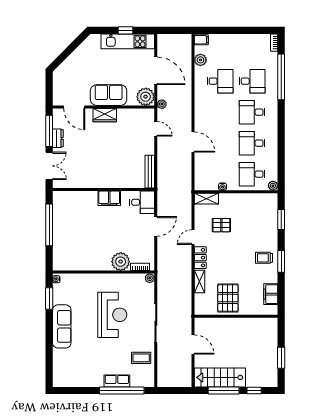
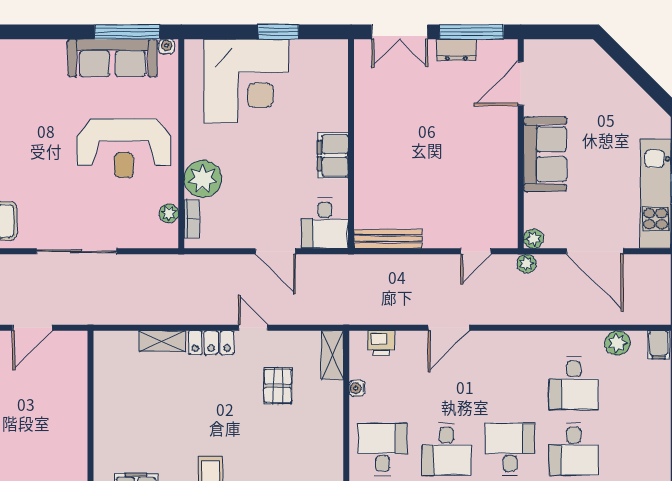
door: (156, 71) -> (595, 251), hinge flipped
plant: (146, 97) -> (533, 239), width x0.53, depth x0.53
wardrobe: (105, 115) -> (504, 146), removed
desk: (252, 143) -> (446, 449), turned 180
printer: (200, 175) -> (381, 343), added
window: (49, 225) -> (278, 32), width x0.47
corner desk: (73, 241) -> (246, 81), added
plant: (150, 278) -> (169, 213), moved
window: (49, 298) -> (127, 32), width x1.44
pallet: (228, 298) -> (128, 399), removed
reception desk: (112, 315) -> (124, 148), moved
sofa: (62, 326) -> (112, 58), moved

